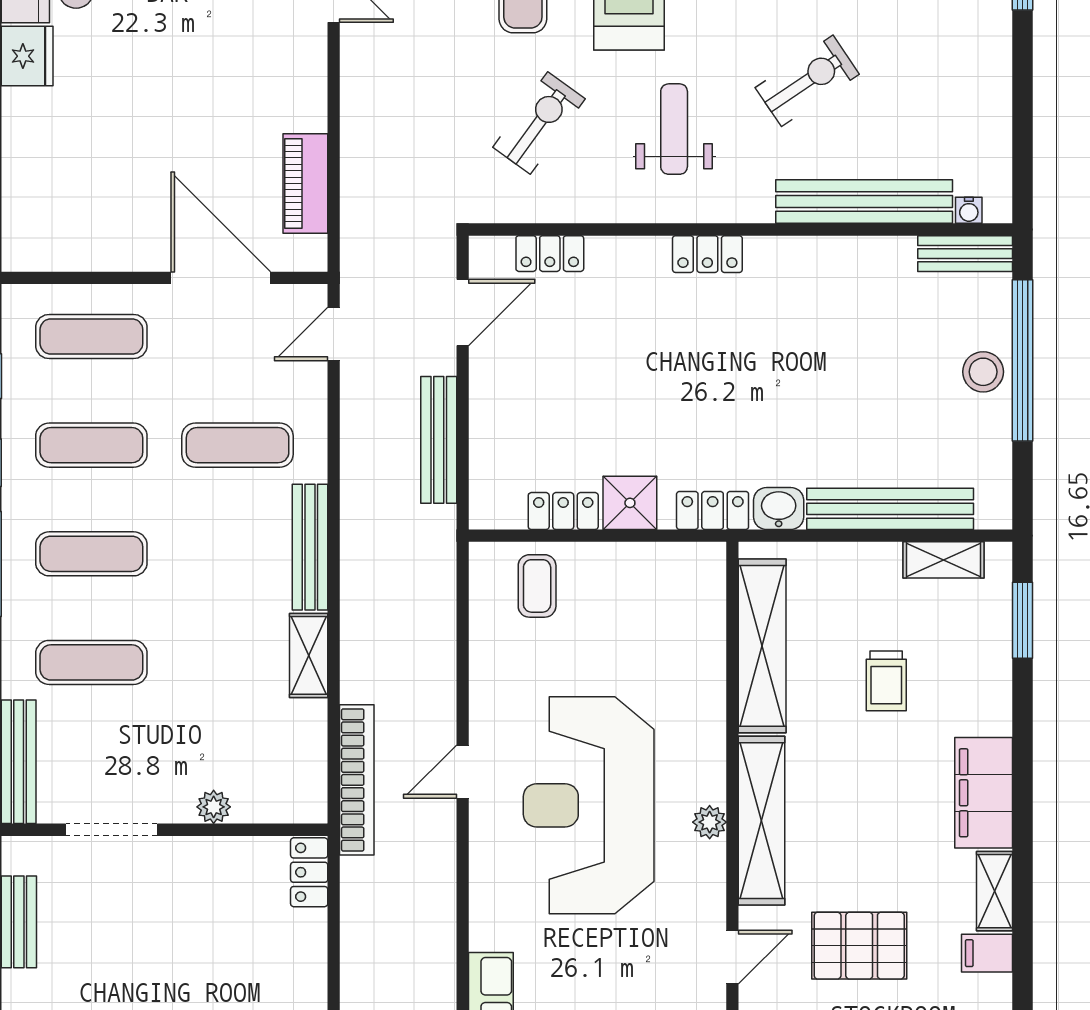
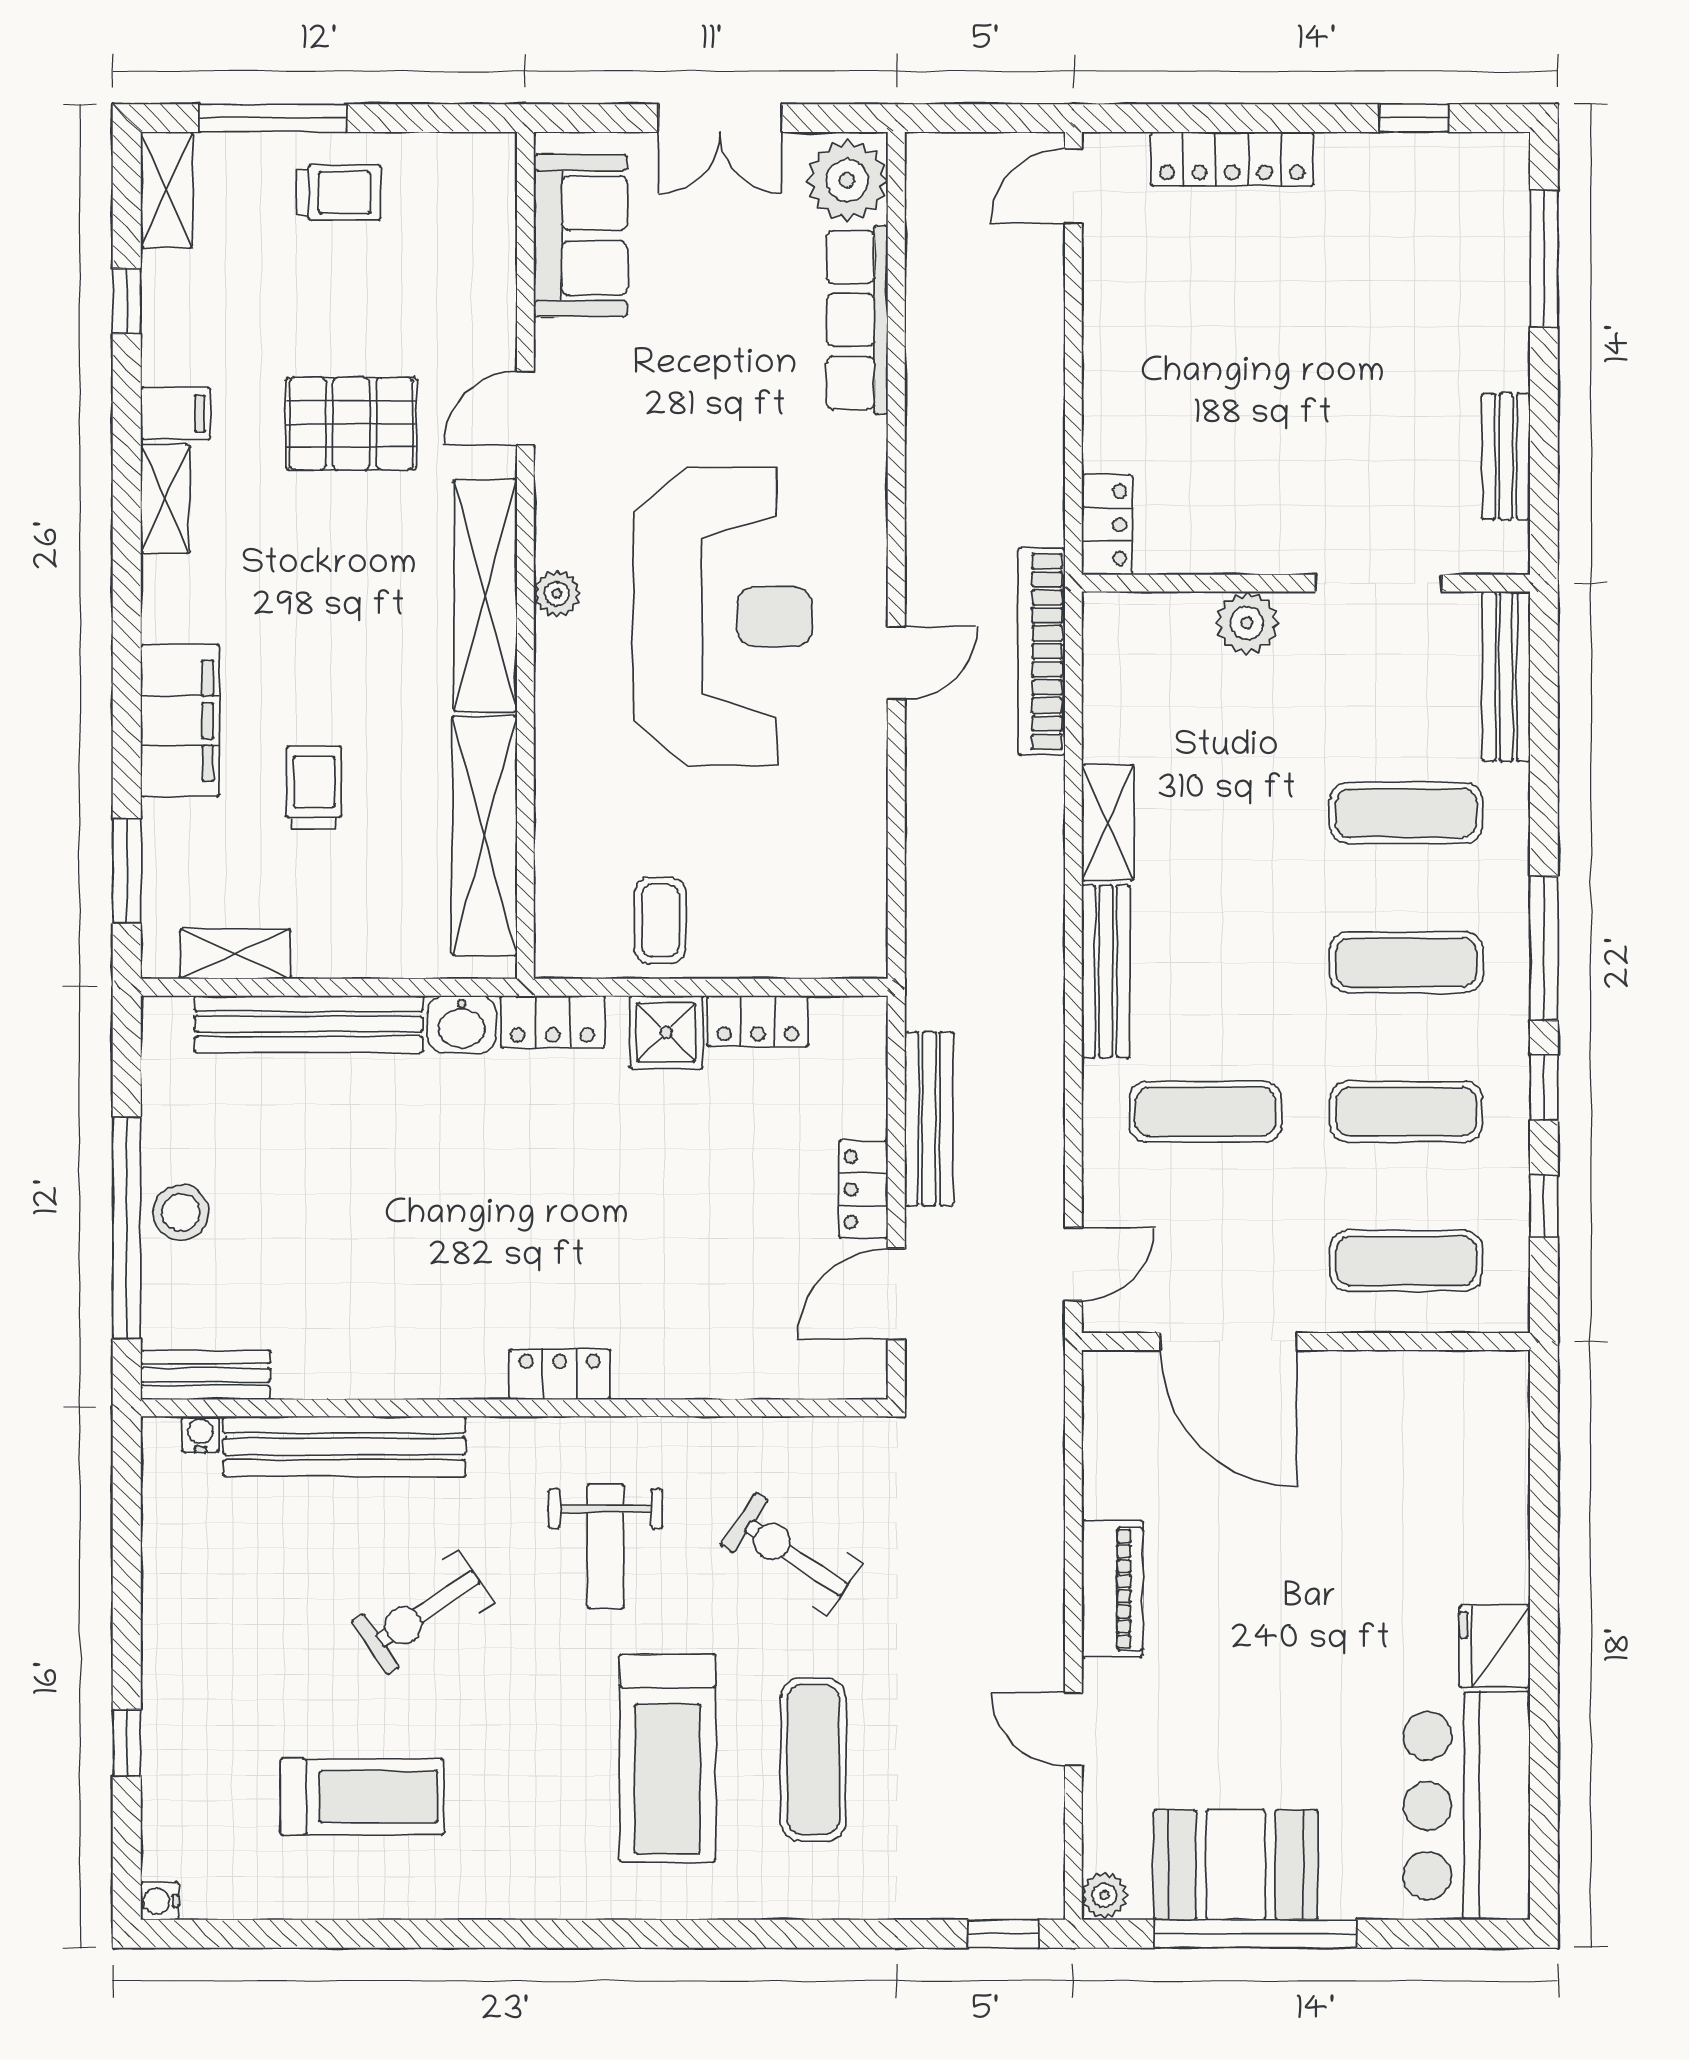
exercise bike: (539, 123) -> (791, 1554), turned 88
piano: (305, 183) -> (1112, 1589), moved
locker: (550, 254) -> (863, 1189), moved, turned -90
coffee table: (537, 586) -> (660, 921), moved
filing cabinet: (984, 793) -> (180, 721), moved
plant: (214, 807) -> (1247, 623), width x1.38, depth x1.38

